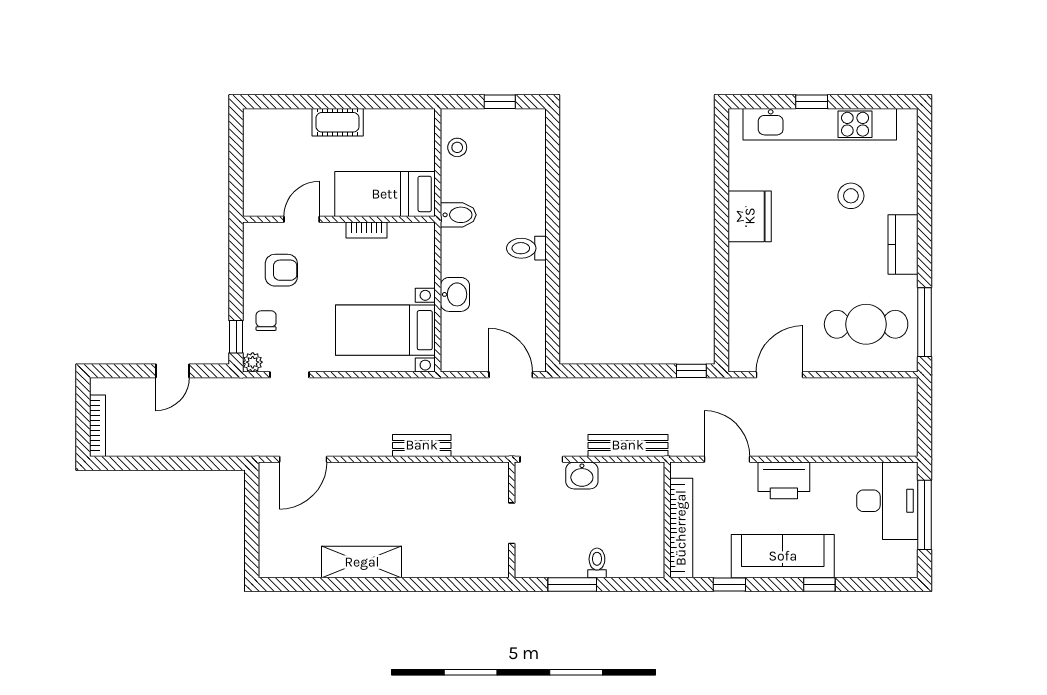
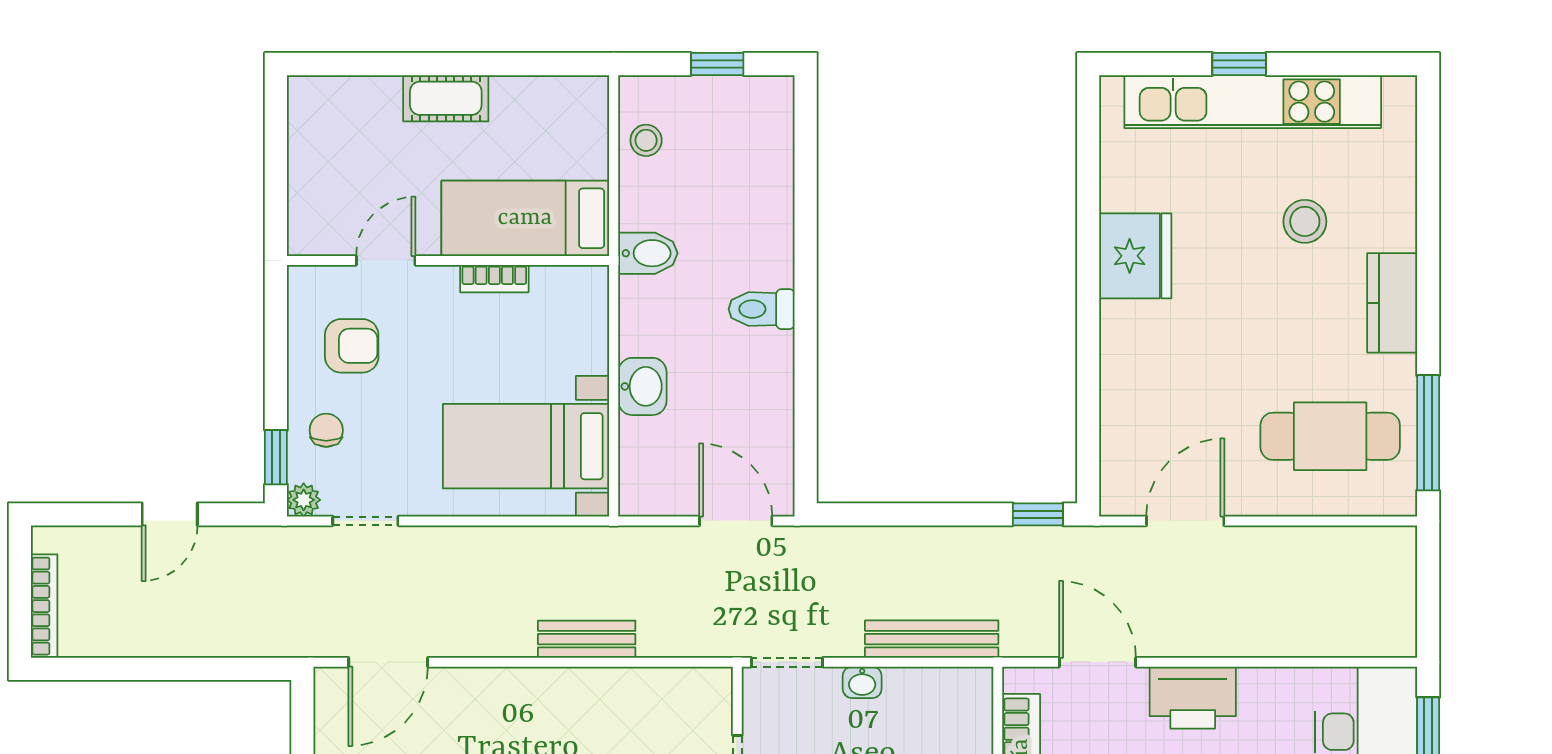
washbasin: (582, 475) -> (862, 682), width x0.72, depth x0.69

